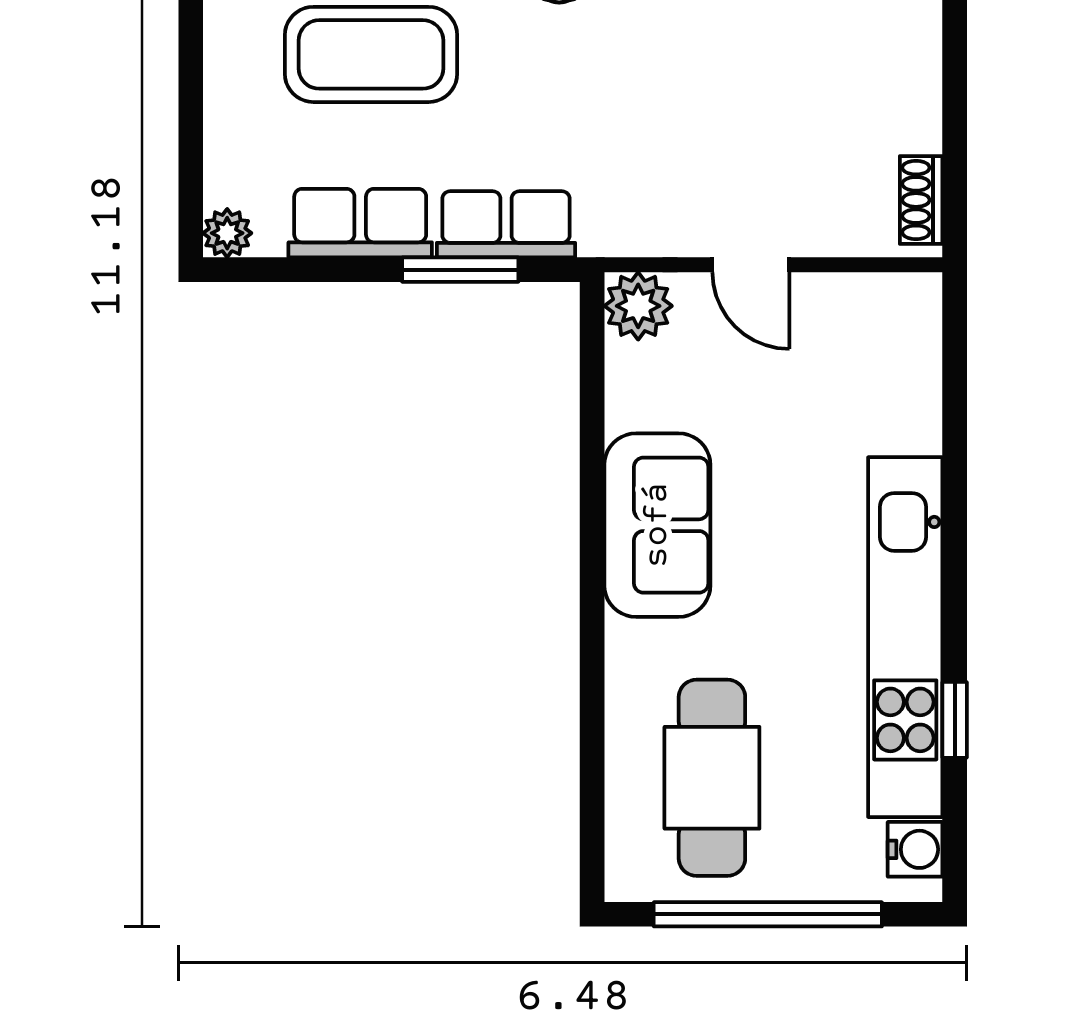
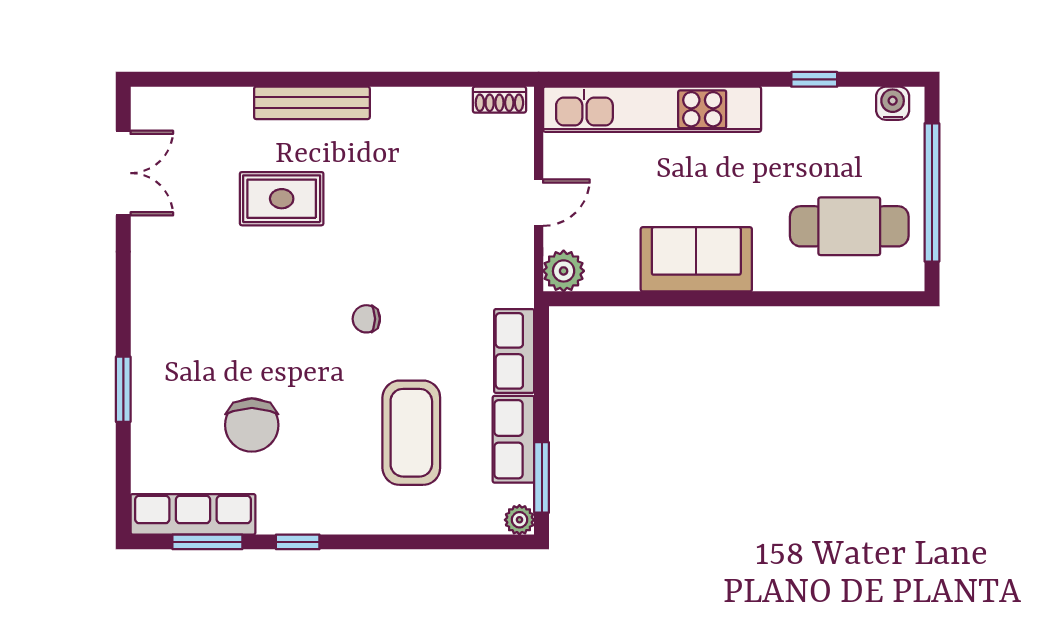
window: (460, 270) -> (542, 477), moved
kitchen unit: (905, 637) -> (652, 109), moved

